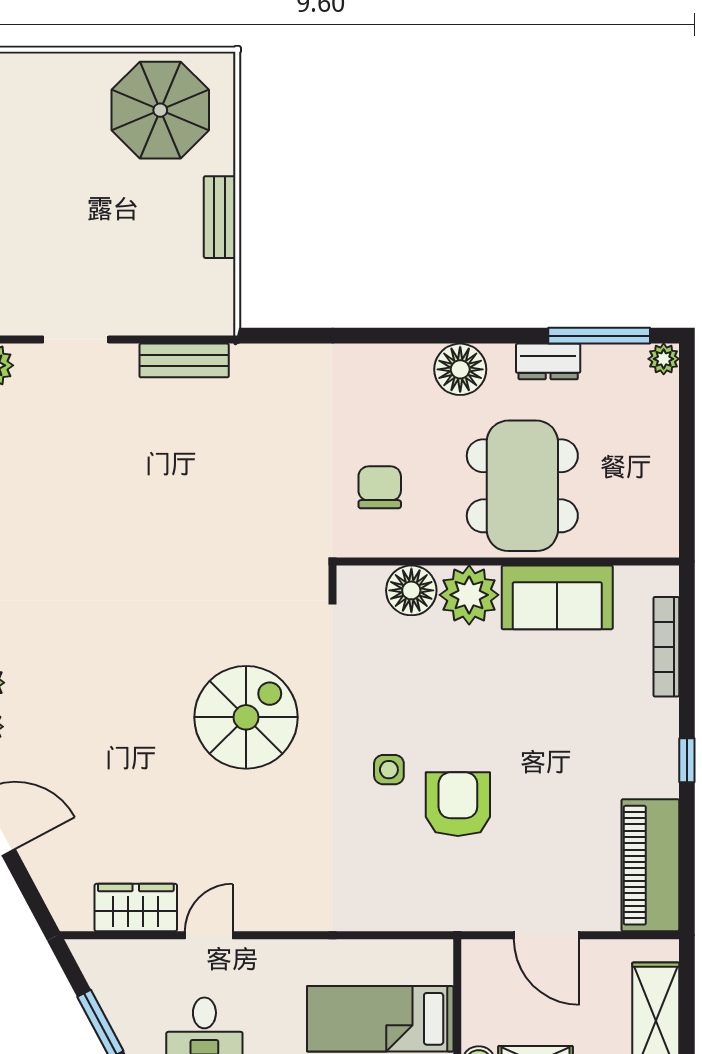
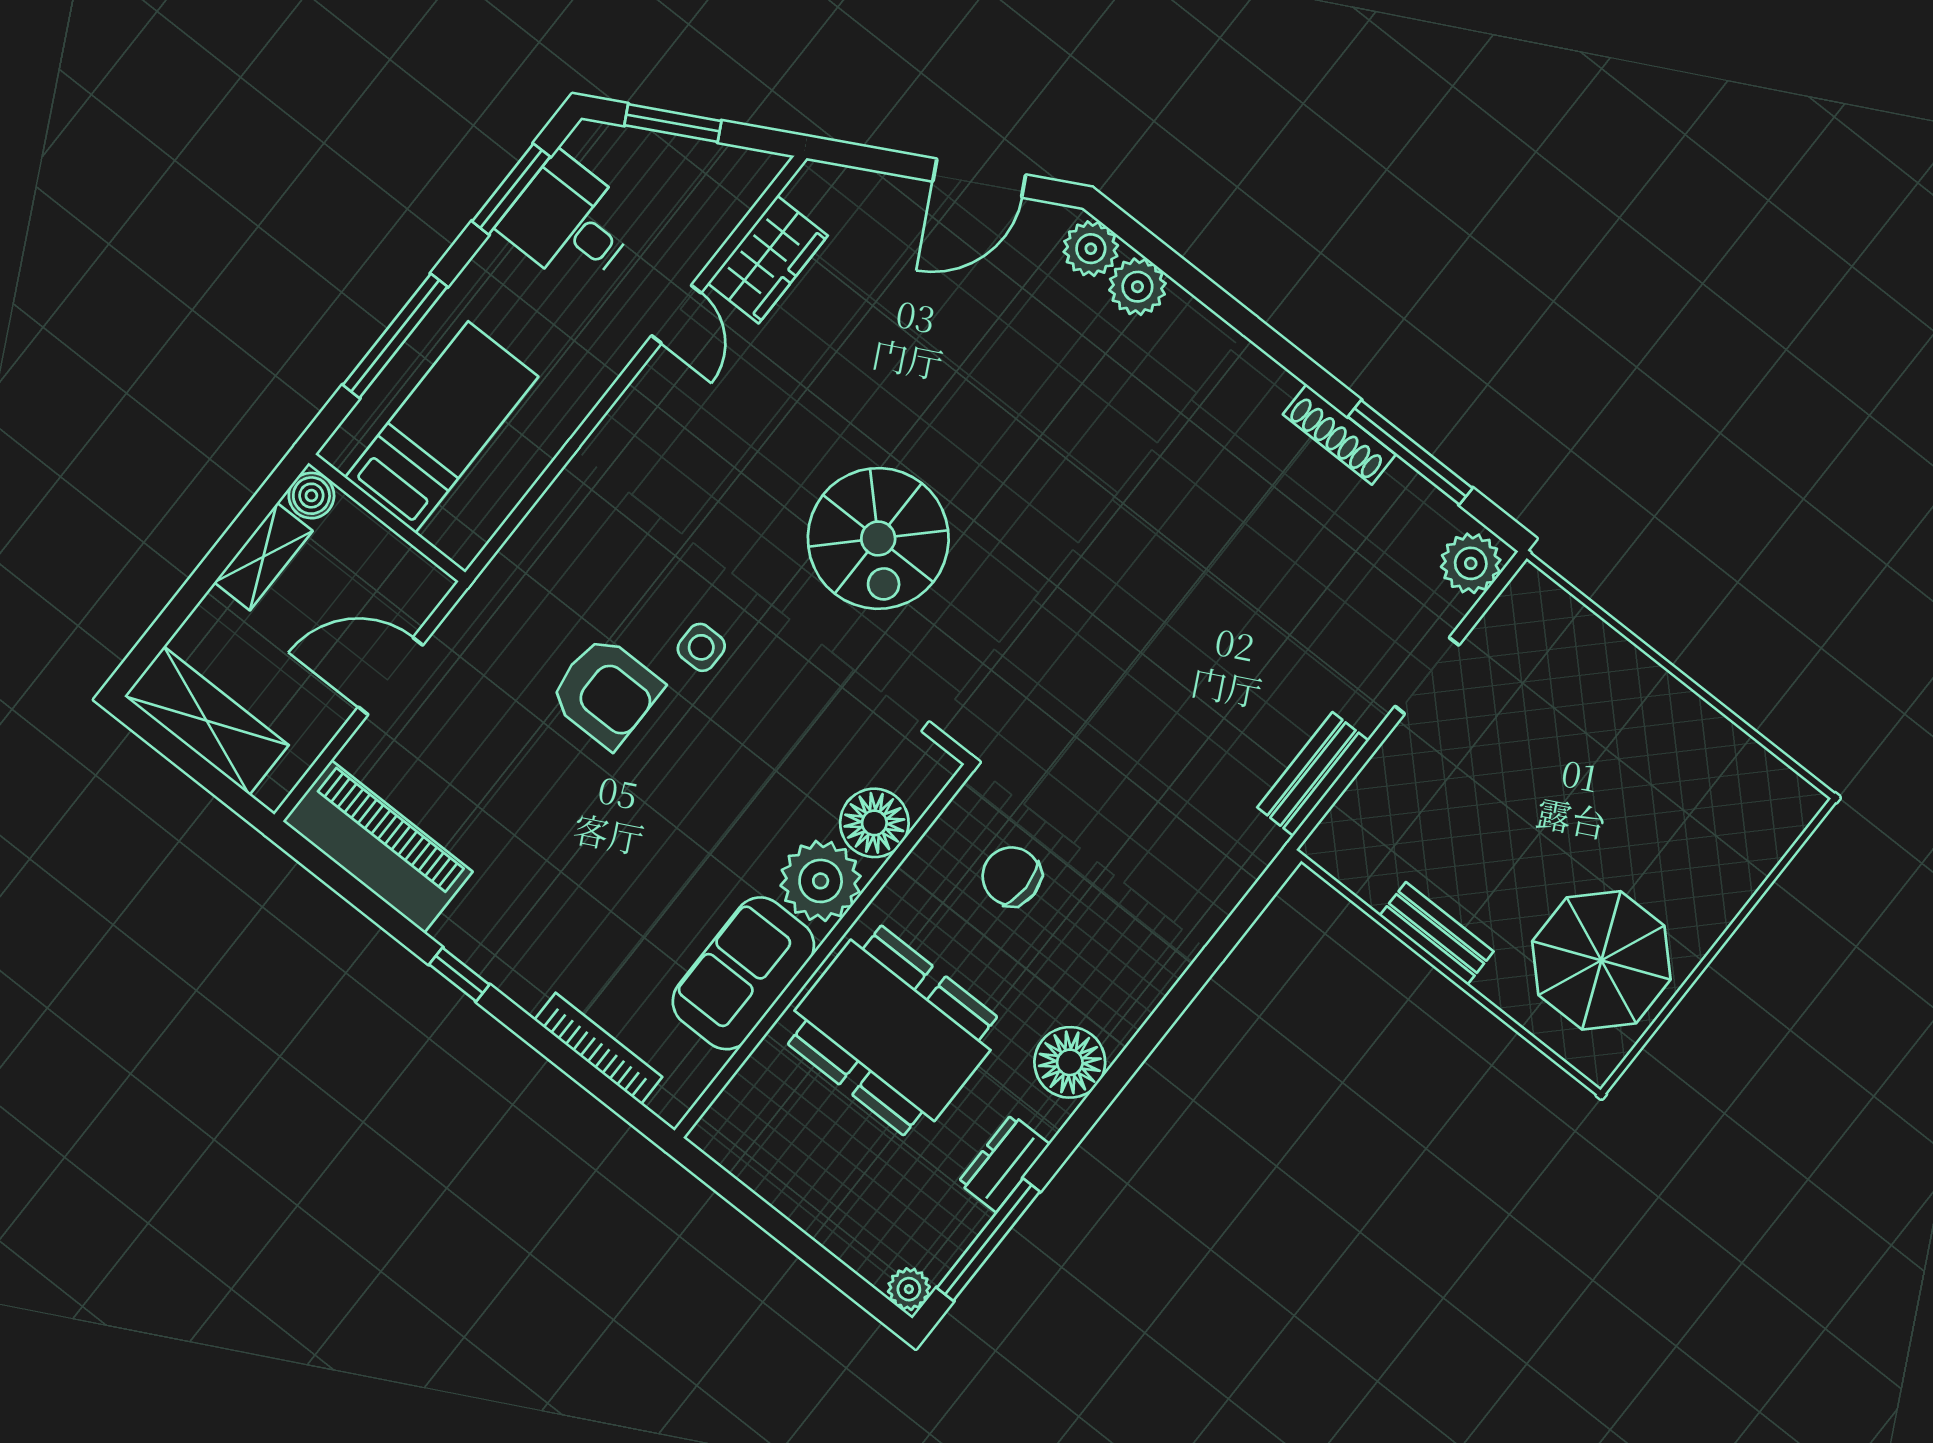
chair: (380, 487) -> (1012, 876), turned 180

